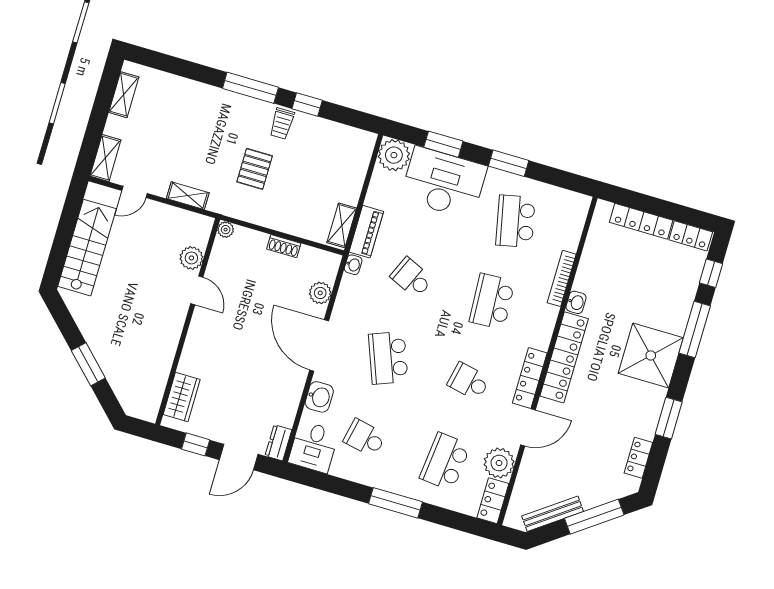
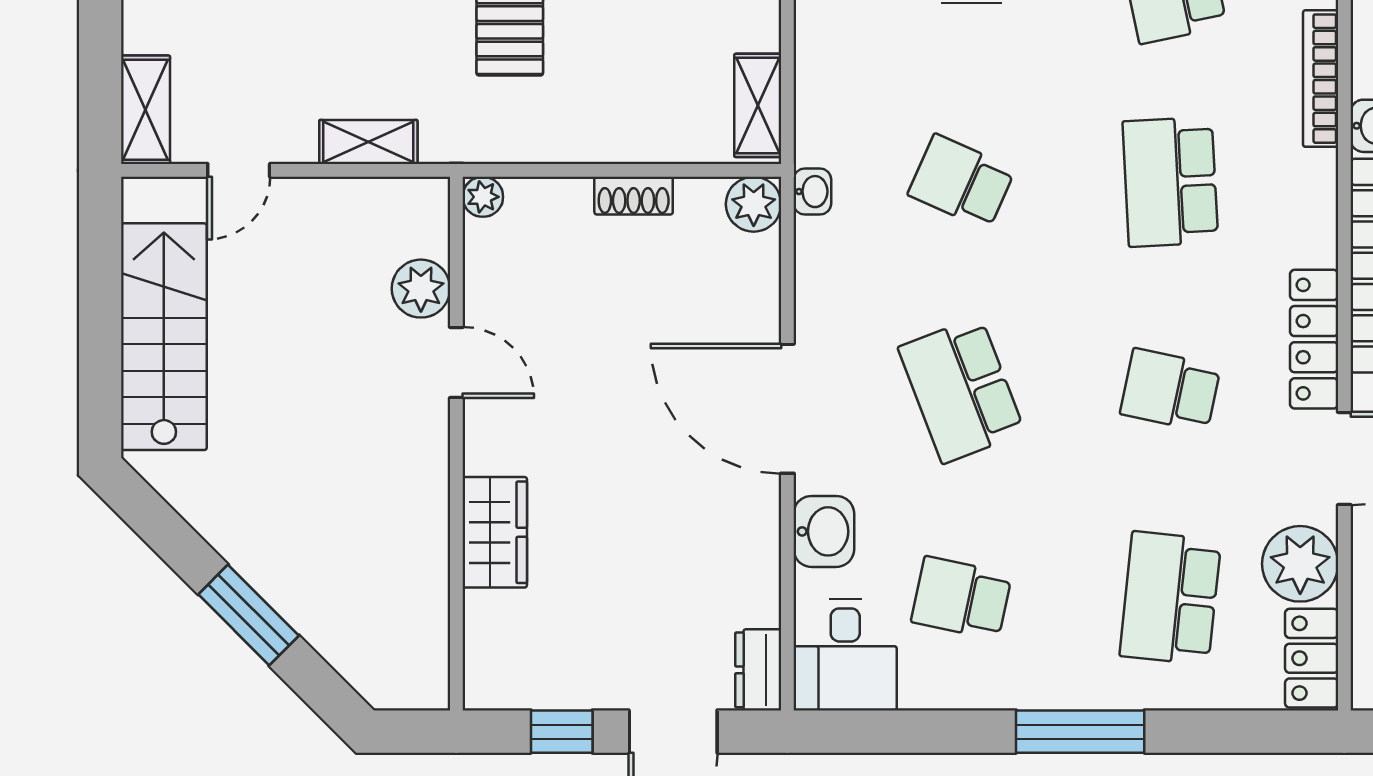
piano: (366, 232) -> (821, 103), removed
plant: (320, 293) -> (754, 204), moved
wardrobe: (182, 397) -> (495, 532), moved

